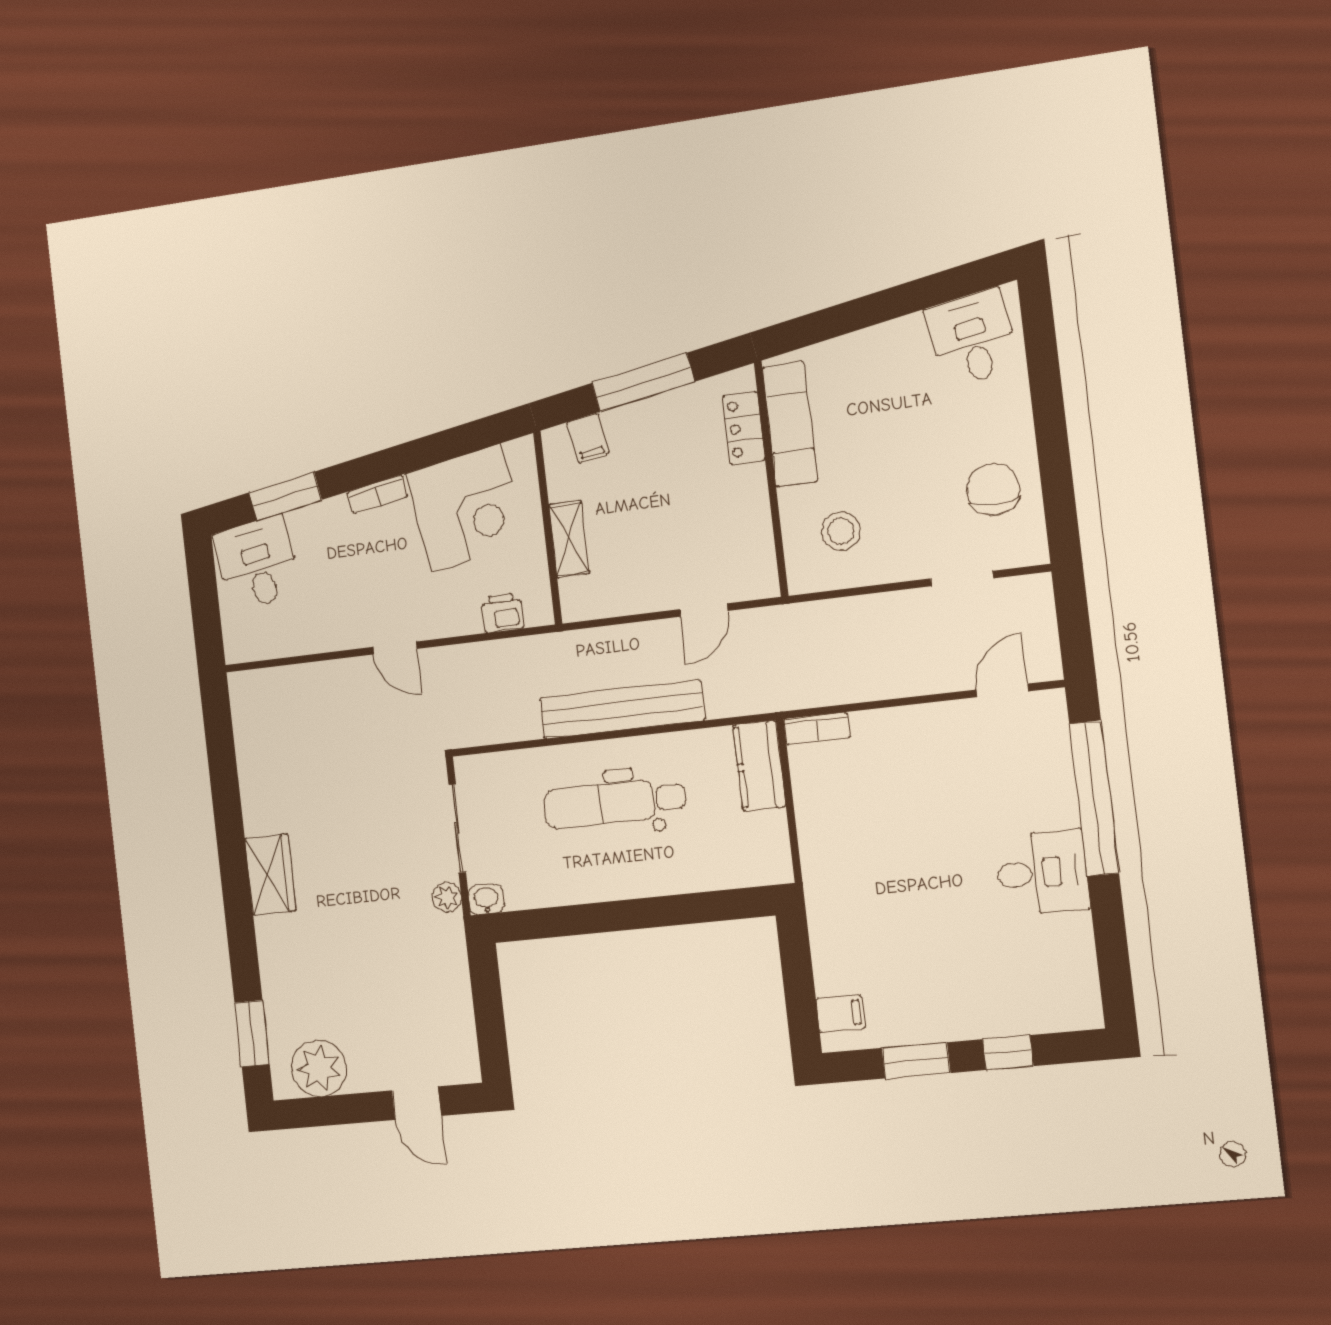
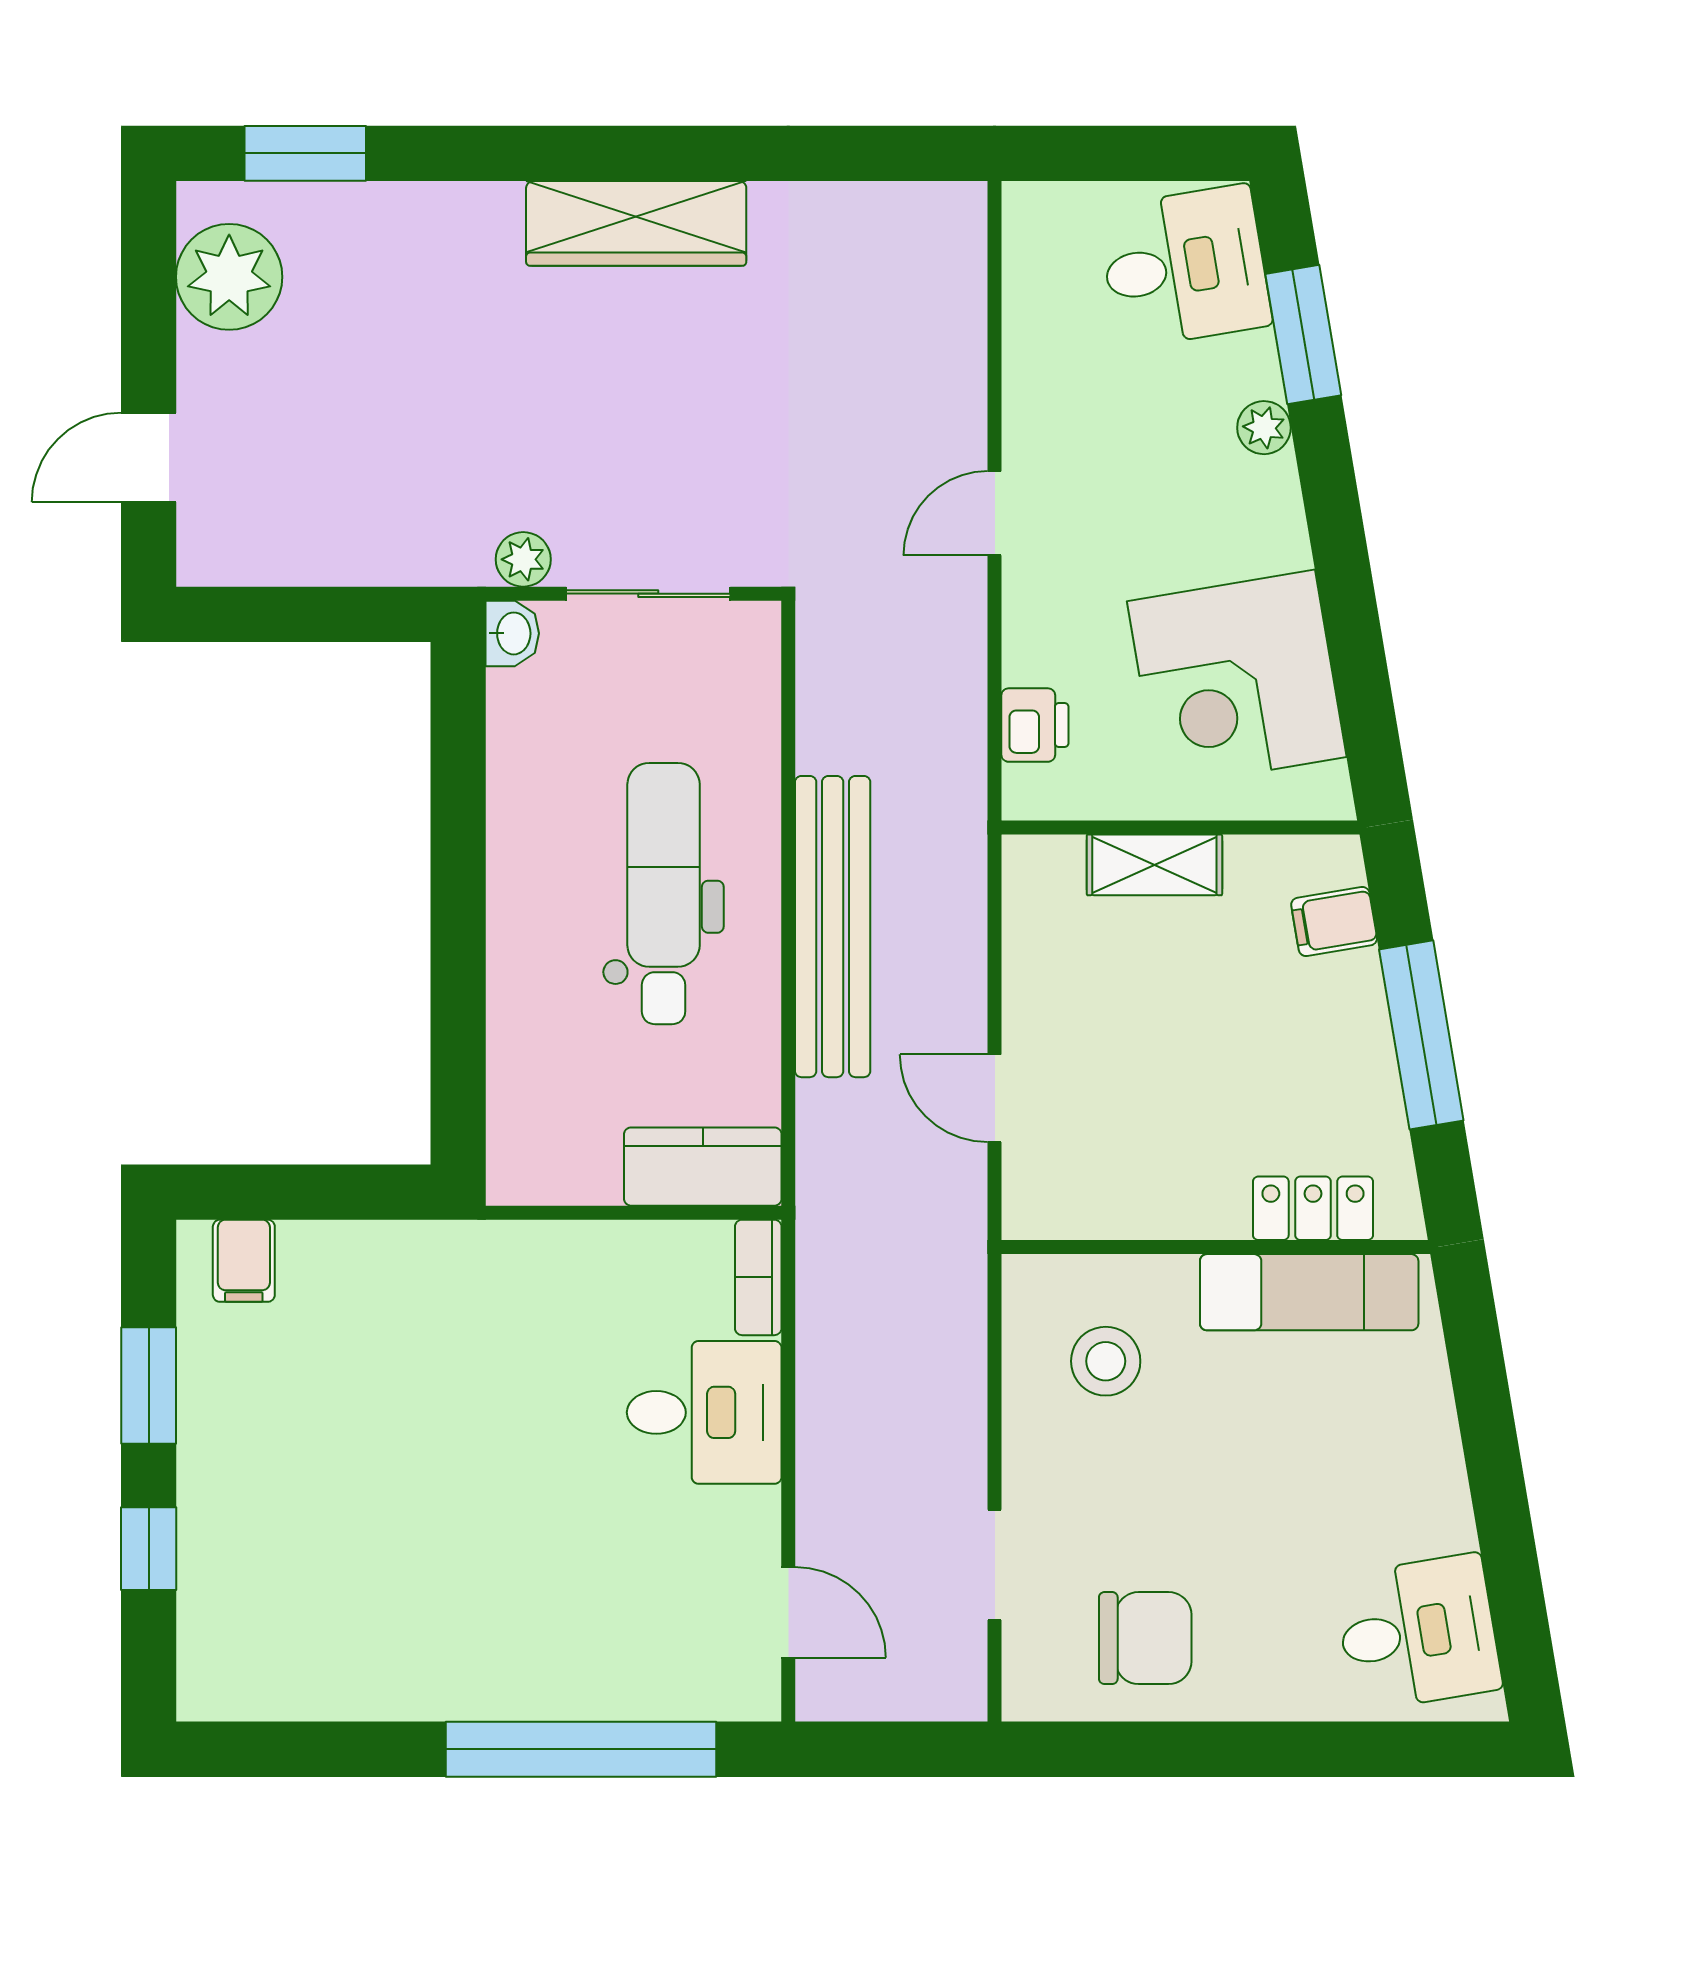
bookcase: (378, 494) -> (1283, 513), removed
plant: (335, 510) -> (1264, 428), added
desk: (1042, 872) -> (704, 1412), moved, turned -90
wardrobe: (270, 874) -> (636, 223), width x1.50

